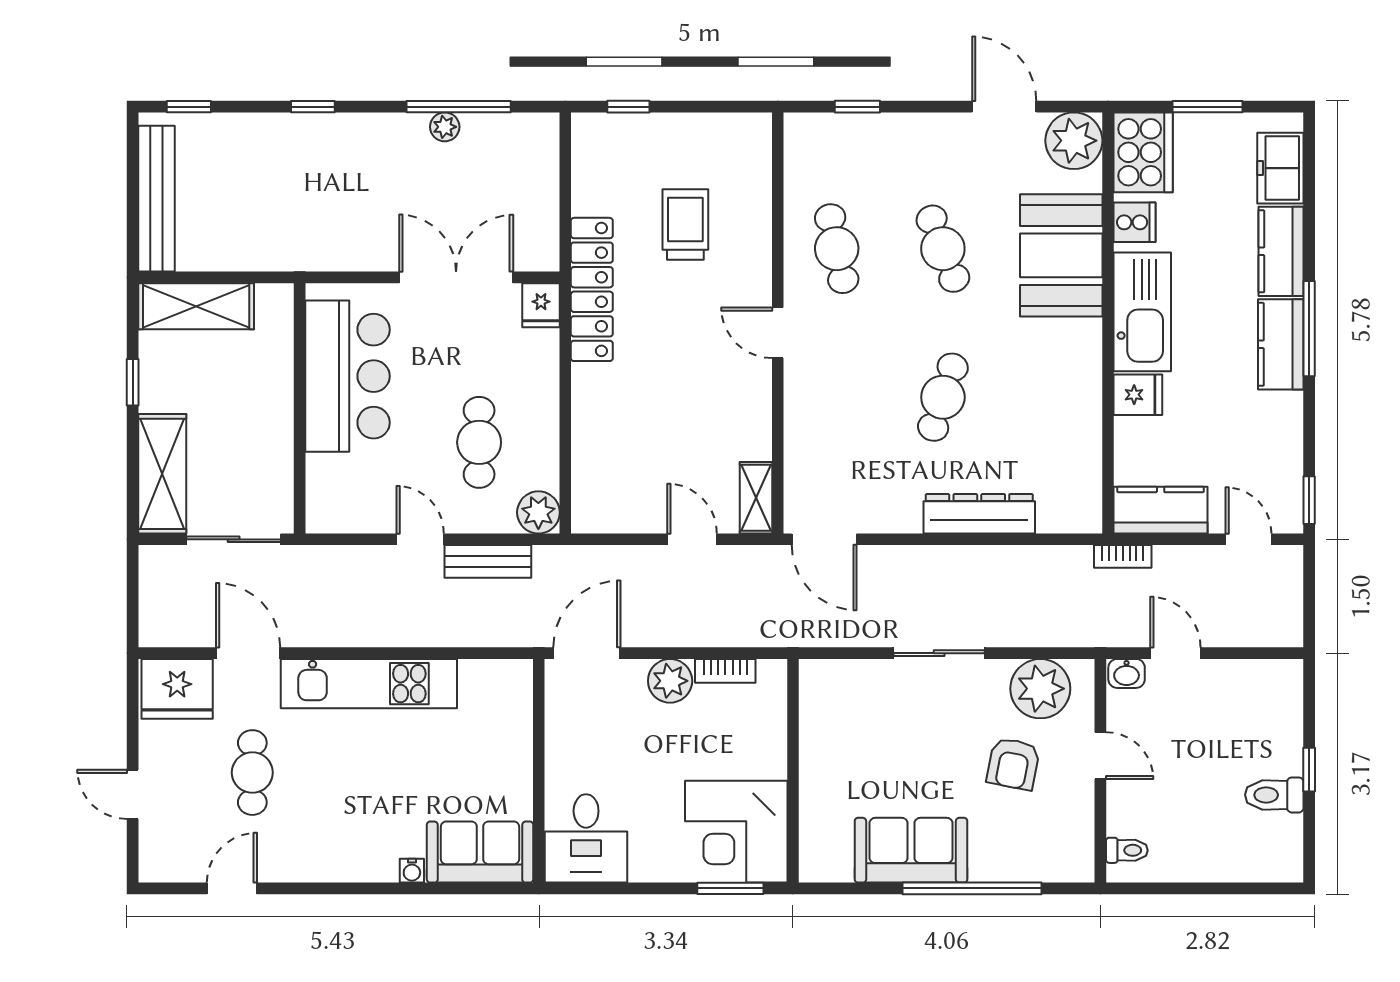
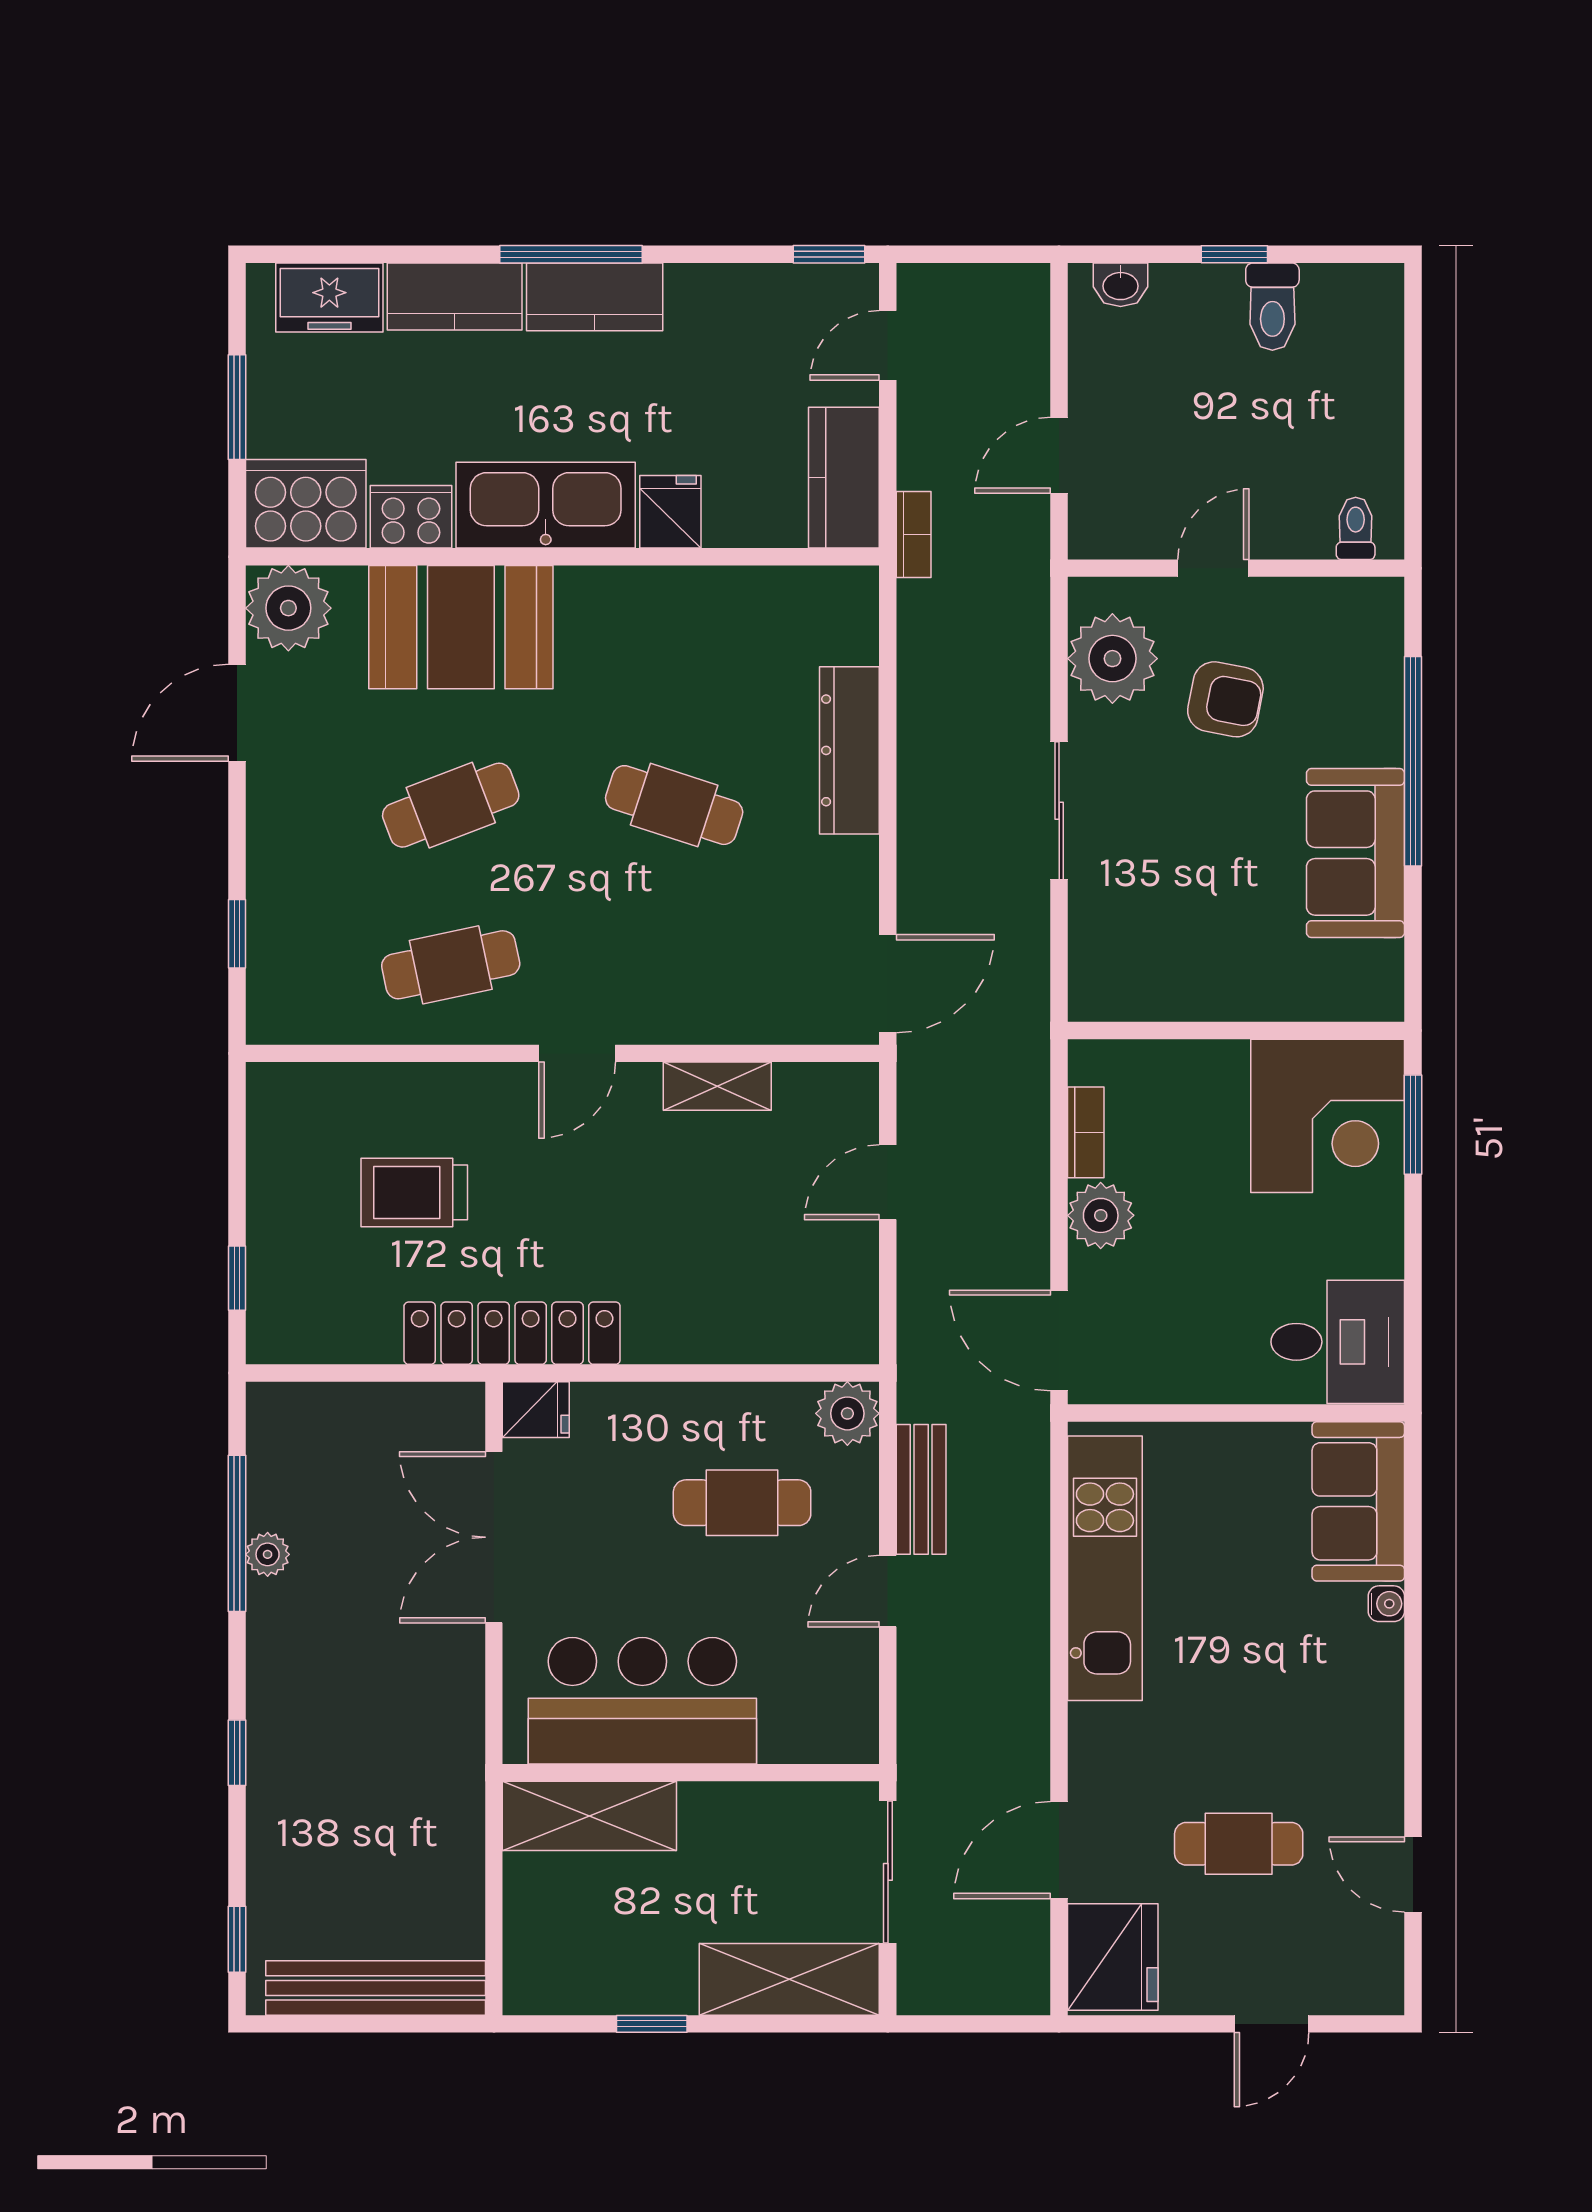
cooker: (1135, 222) -> (411, 517), width x1.36
shelving: (196, 306) -> (589, 1816), moved, turned 90
shelving: (756, 498) -> (717, 1086), moved
washbasin: (1127, 673) -> (1121, 285), moved, turned 90
kitchen unit: (369, 684) -> (1105, 1568), moved

